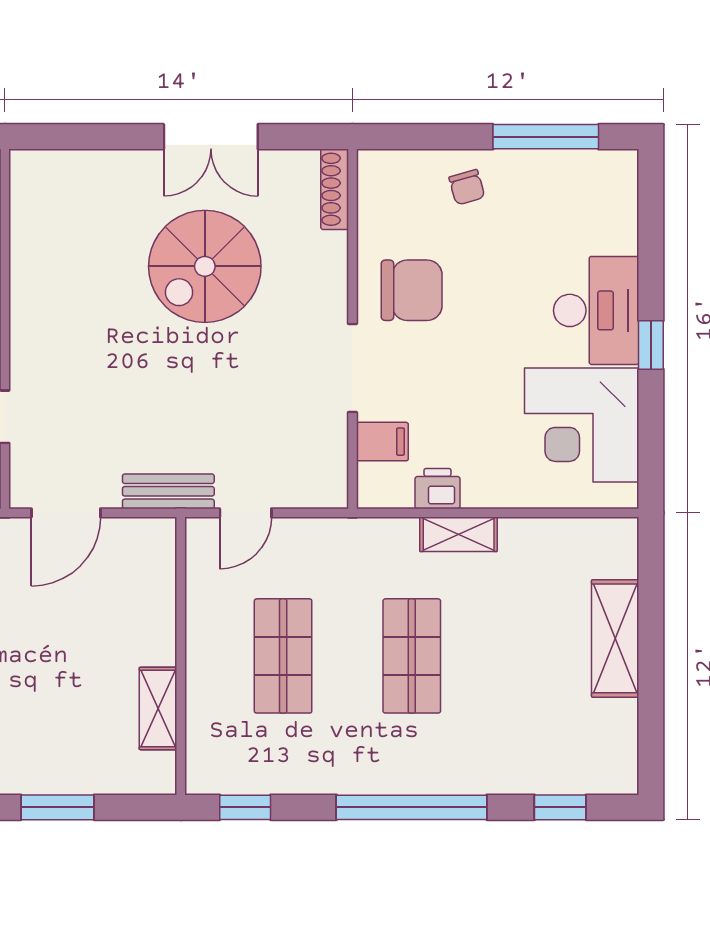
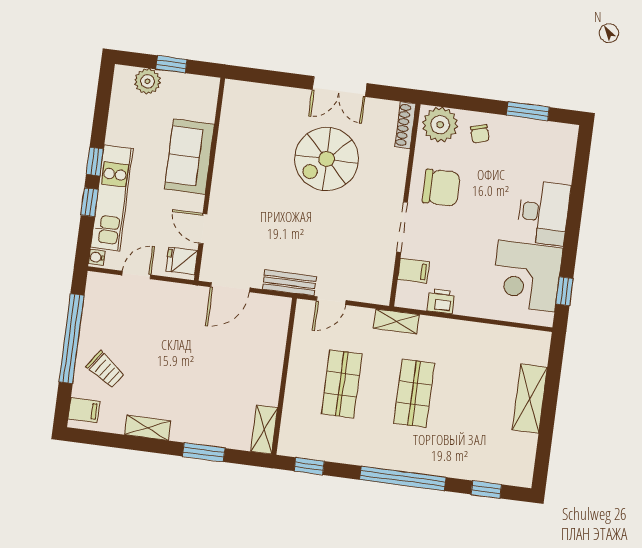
window: (546, 137) -> (528, 111), width x0.69
plant: (395, 180) -> (440, 125), added
window: (651, 345) -> (564, 291), moved
shelving: (459, 534) -> (396, 321), moved
shelving: (158, 708) -> (264, 430), moved

